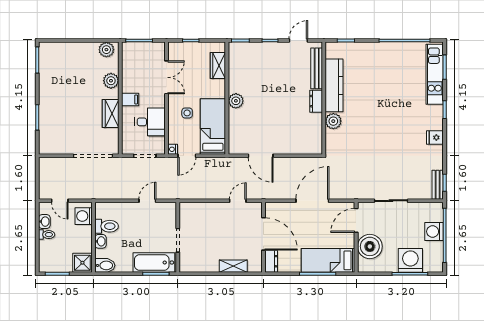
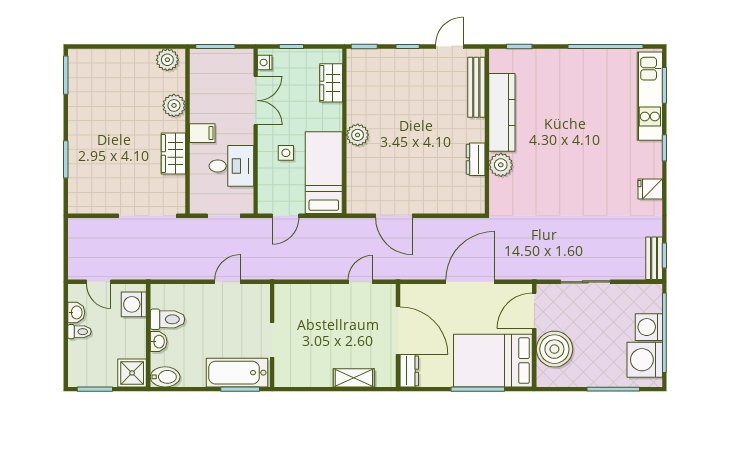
dresser: (316, 101) -> (476, 159), moved
nightstand: (173, 149) -> (265, 62), moved
bed: (328, 260) -> (493, 361), width x1.50
washing machine: (410, 260) -> (645, 360), moved, turned -90

